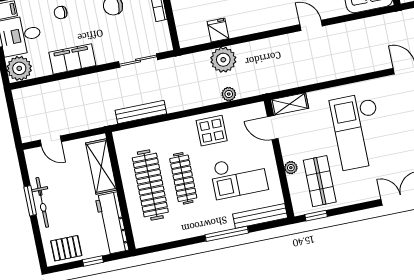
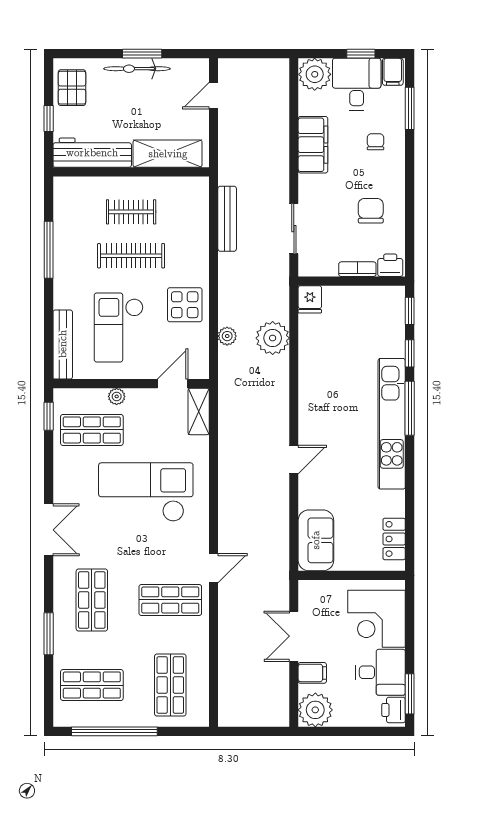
fridge: (218, 30) -> (310, 299), moved, turned 90
clothes rail: (150, 185) -> (131, 212), width x0.54, depth x0.76
window: (227, 234) -> (49, 250), moved

